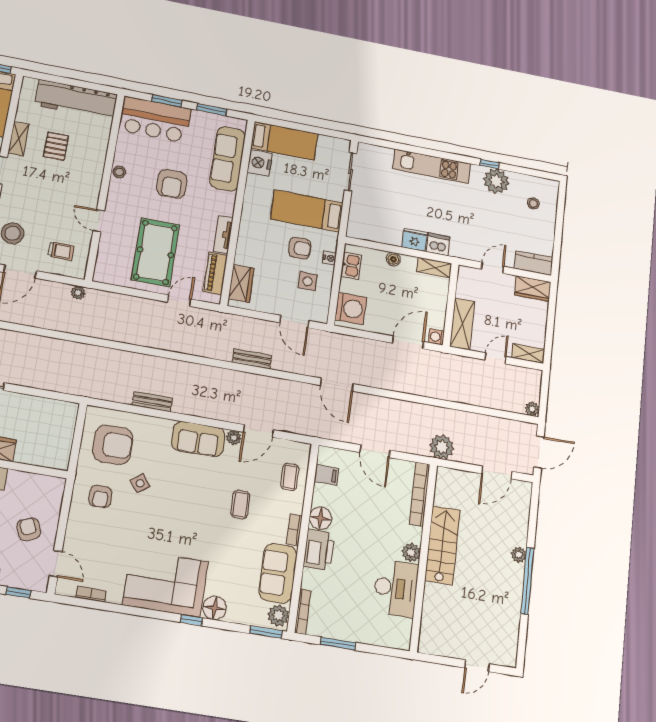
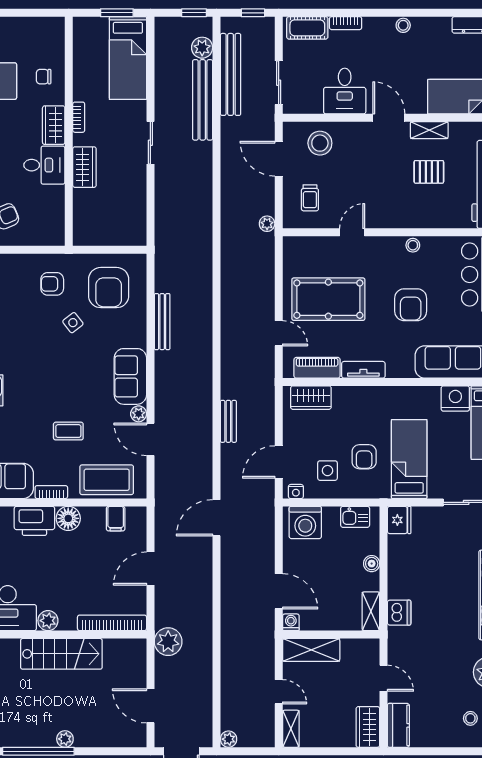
armchair: (172, 184) -> (411, 305), turned -90
fridge: (414, 240) -> (399, 520), moved
nightstand: (330, 258) -> (296, 492), moved
bench: (152, 402) -> (162, 322), width x1.36
coffee table: (290, 477) -> (107, 480), width x1.86, depth x1.72

